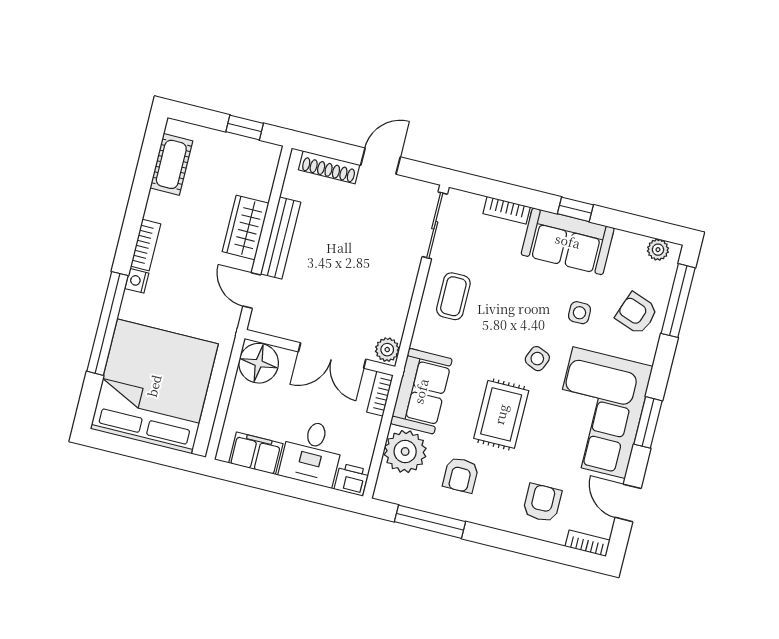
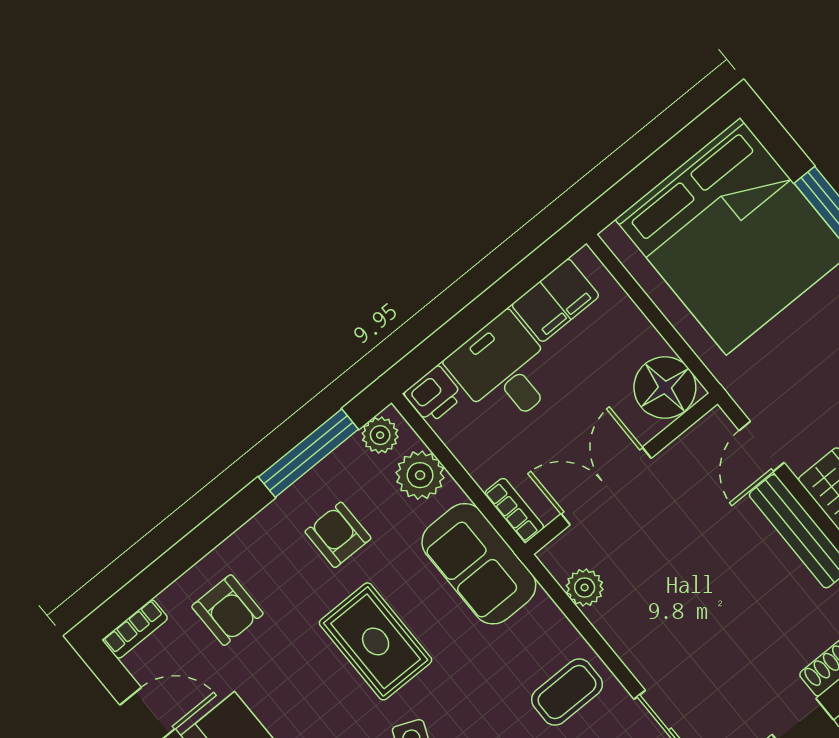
door: (252, 291) -> (762, 447), swing flipped
coffee table: (453, 296) -> (567, 692), turned 90
plant: (387, 350) -> (585, 587), moved
plant: (405, 452) -> (420, 475), width x0.73, depth x0.73
plant: (393, 492) -> (380, 435), added

